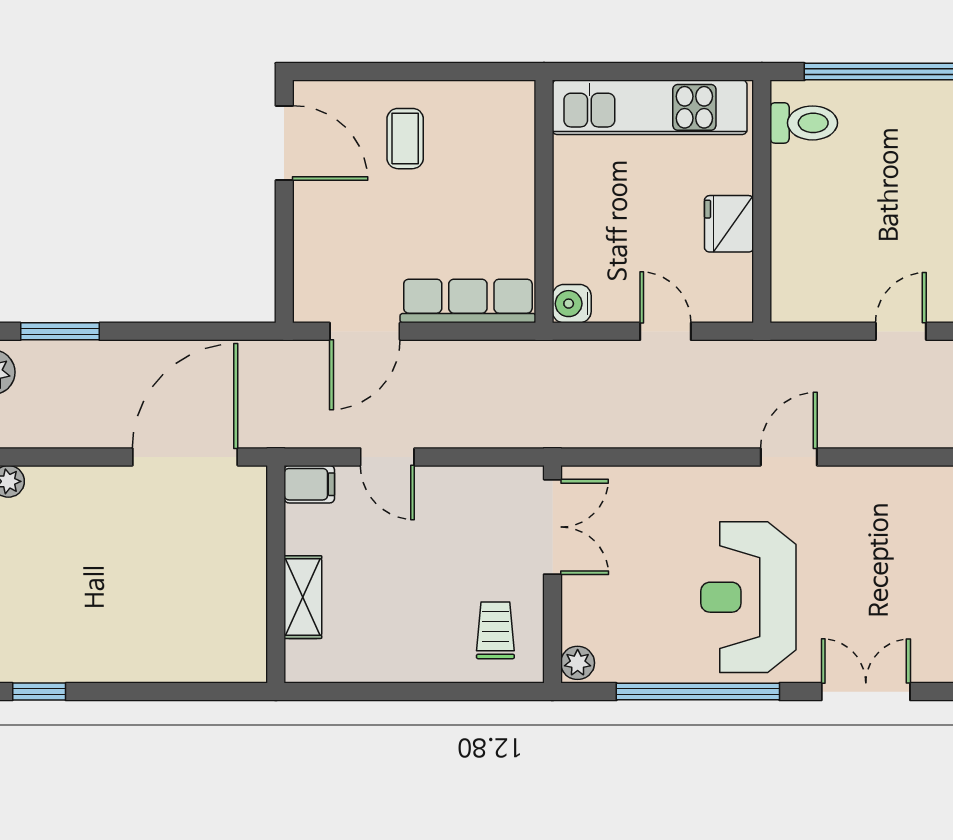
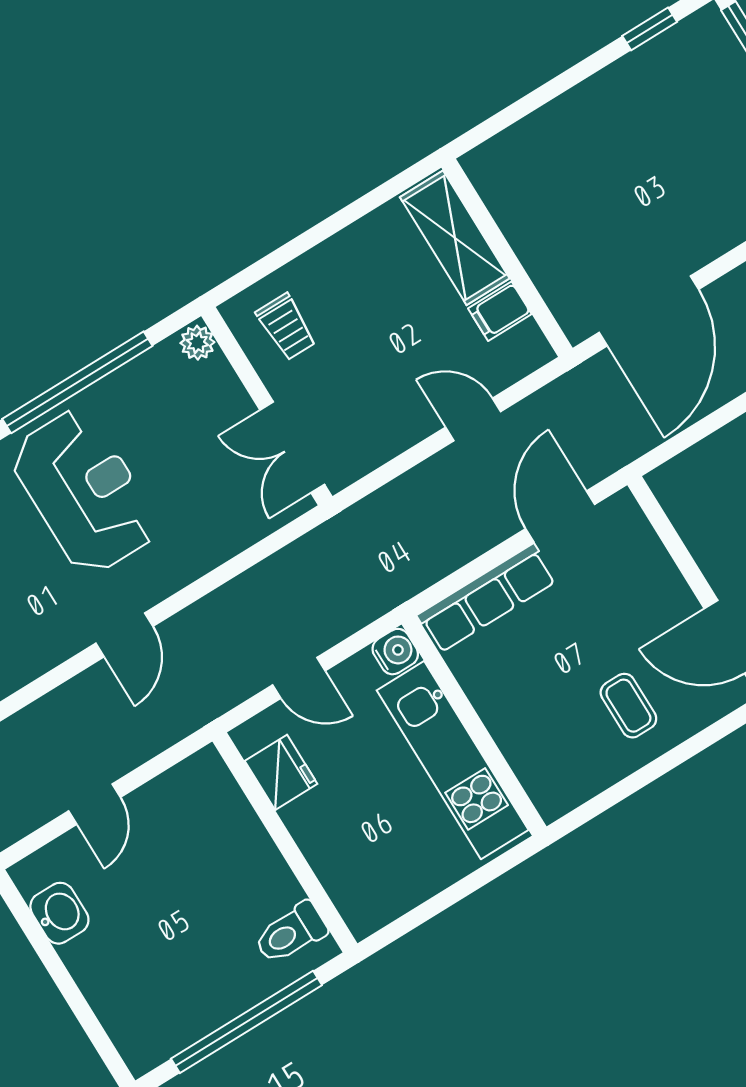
kitchen unit: (650, 107) -> (453, 760), moved, turned -90
fridge: (729, 224) -> (281, 772), moved
filing cabinet: (309, 484) -> (500, 311), moved
shelving: (303, 597) -> (455, 238), width x1.50, depth x1.33

